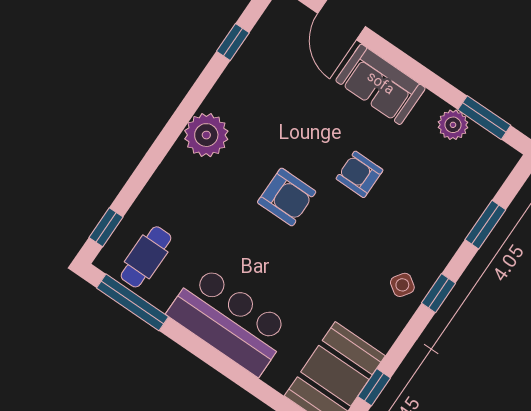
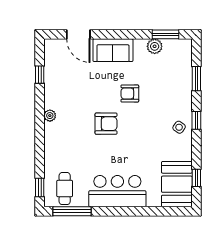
plant: (206, 135) -> (50, 116), width x0.53, depth x0.53

